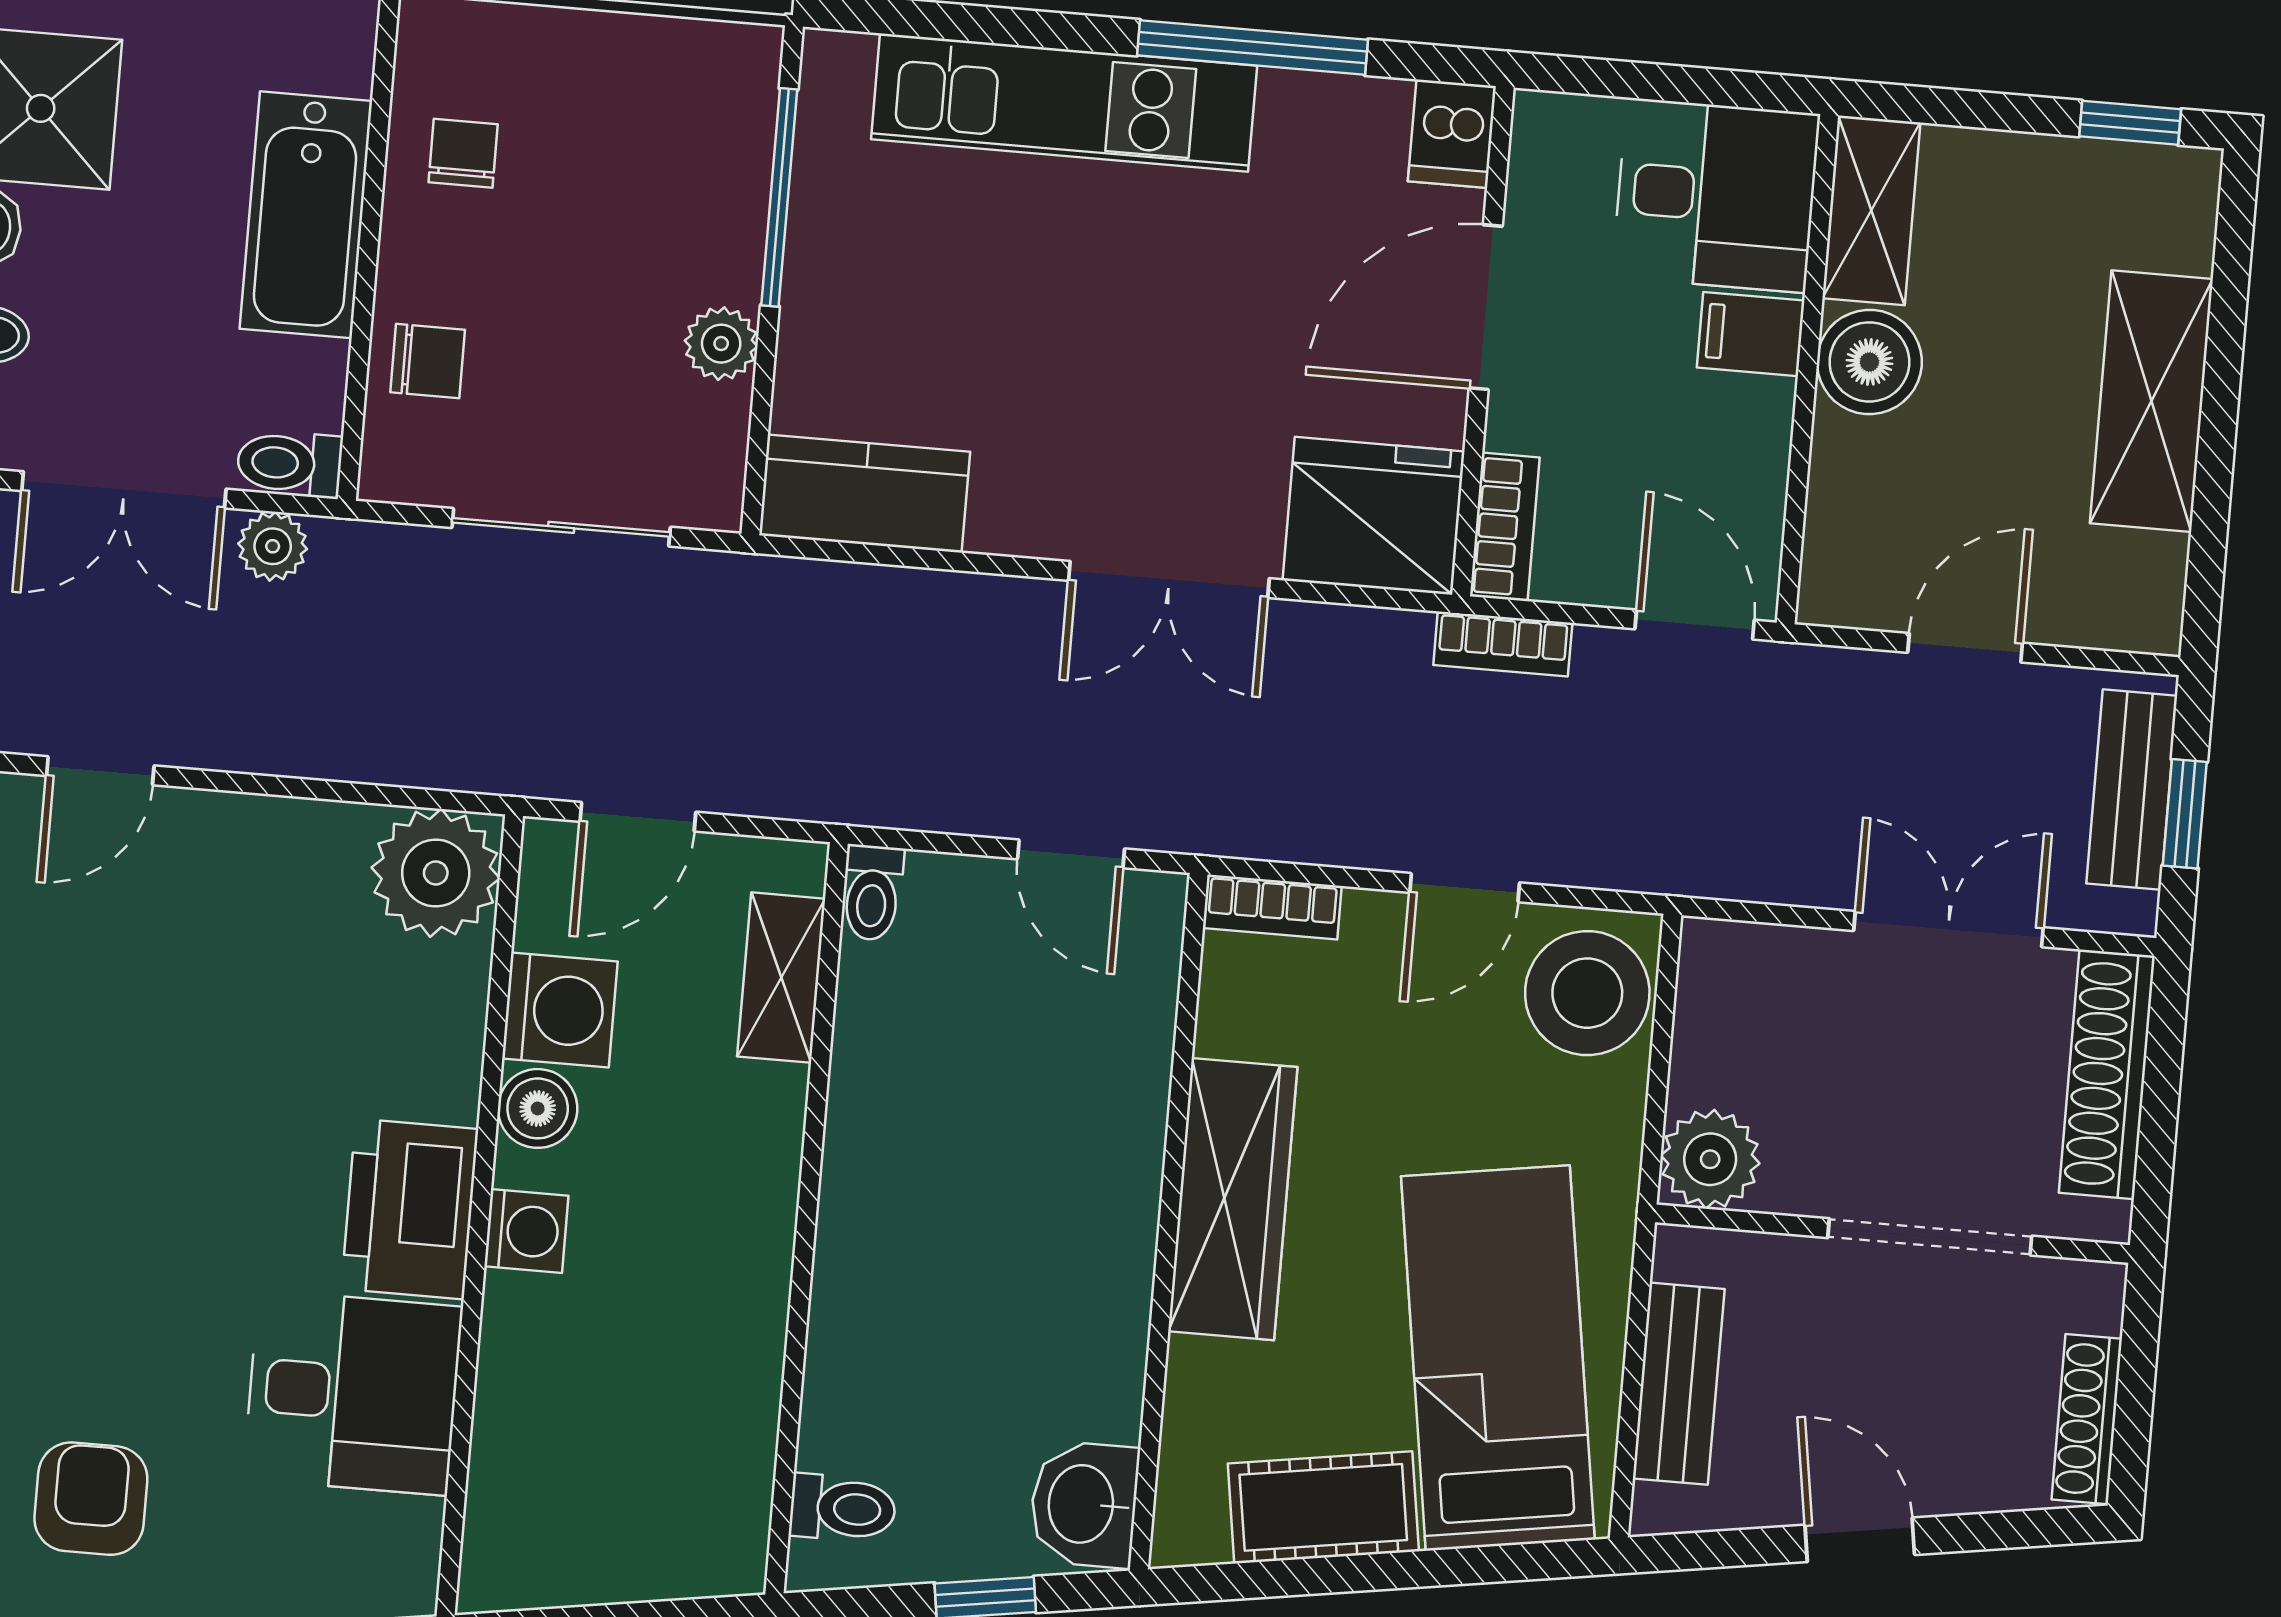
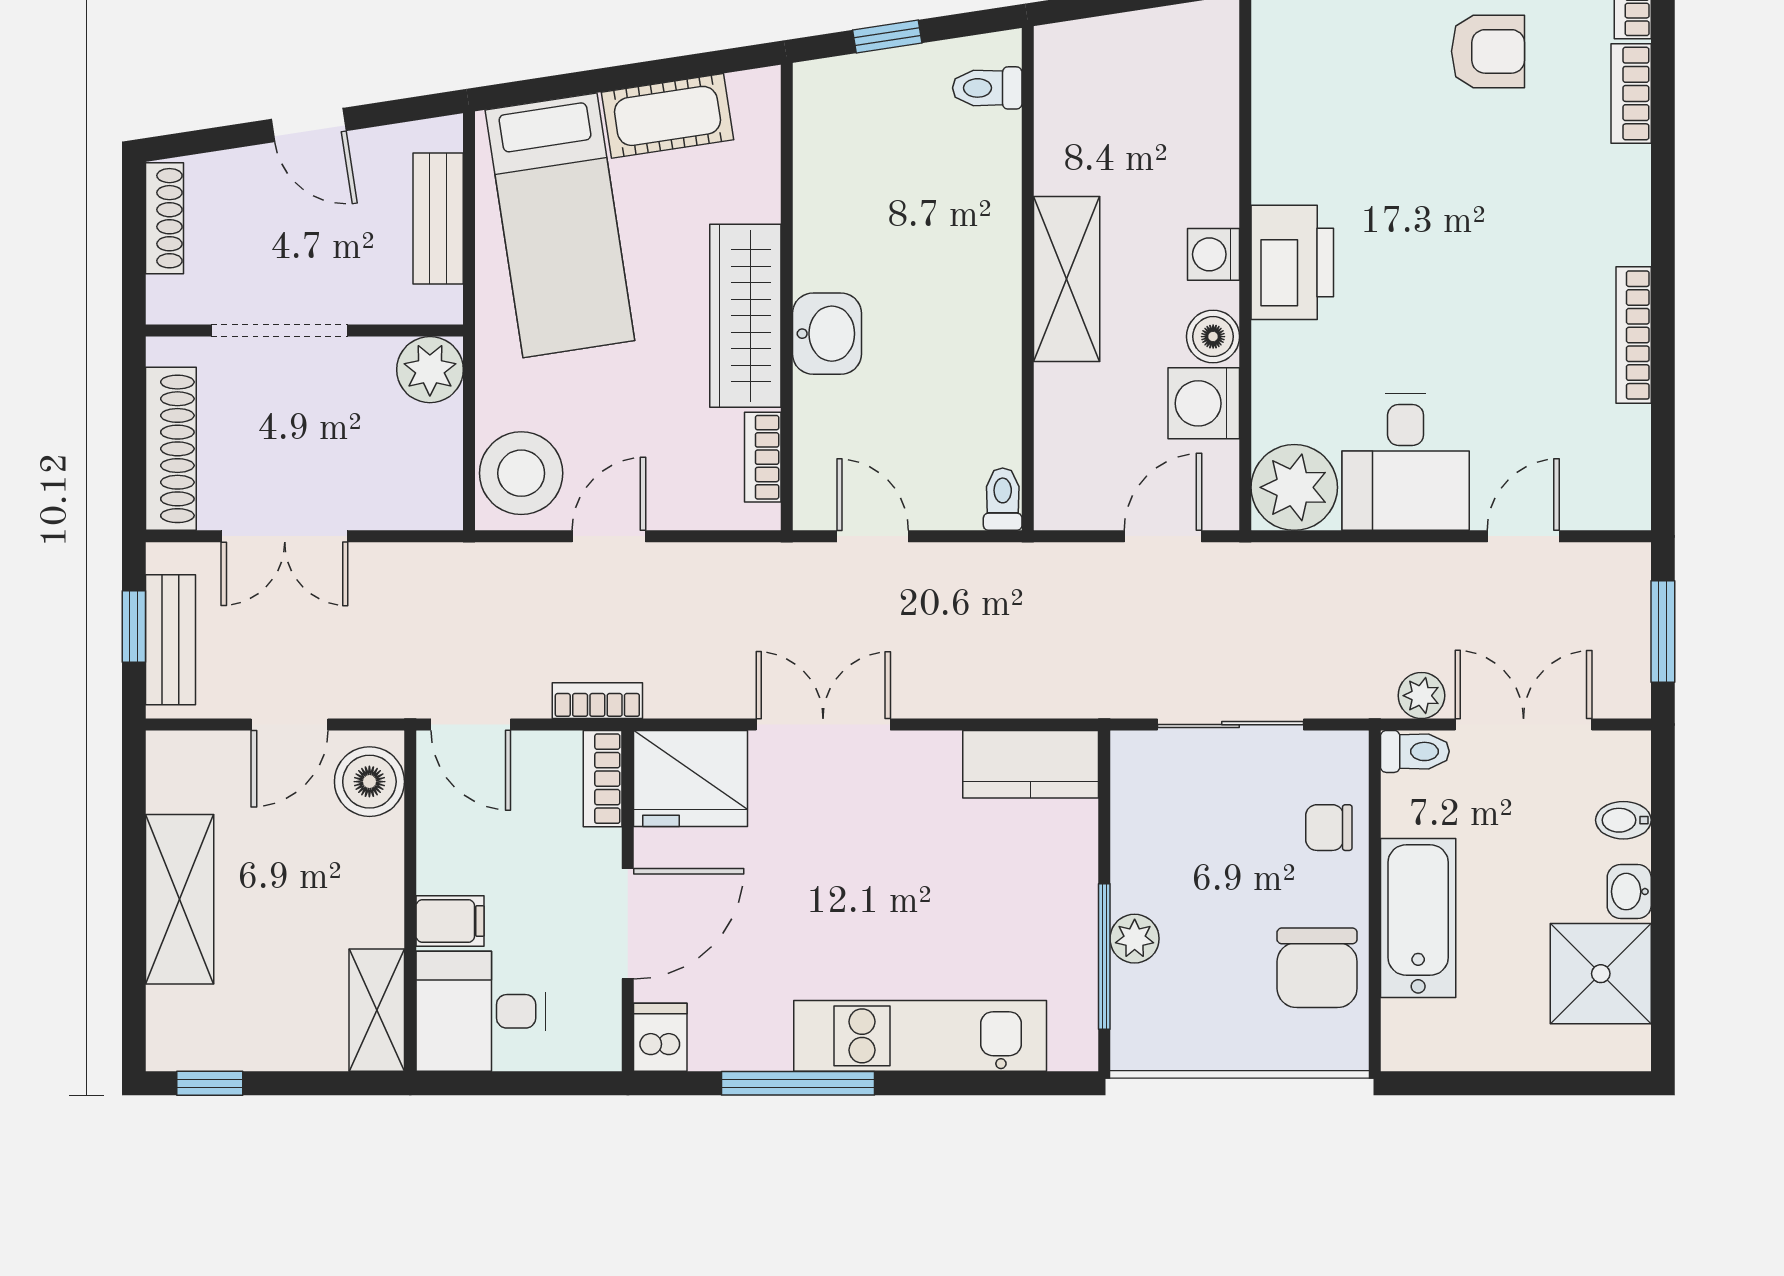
chair: (463, 153) -> (1317, 968), width x1.87, depth x1.87
plant: (721, 344) -> (1135, 939), moved
boiler: (1869, 362) -> (369, 782), moved
bookcase: (1272, 907) -> (763, 457), moved, turned -90
shelving: (781, 978) -> (1067, 279), moved, width x1.50, depth x1.33
desk: (353, 1393) -> (1406, 462), moved, turned -90
armchair: (91, 1499) -> (1488, 51), turned -90
washbasin: (1084, 1504) -> (827, 334), moved

